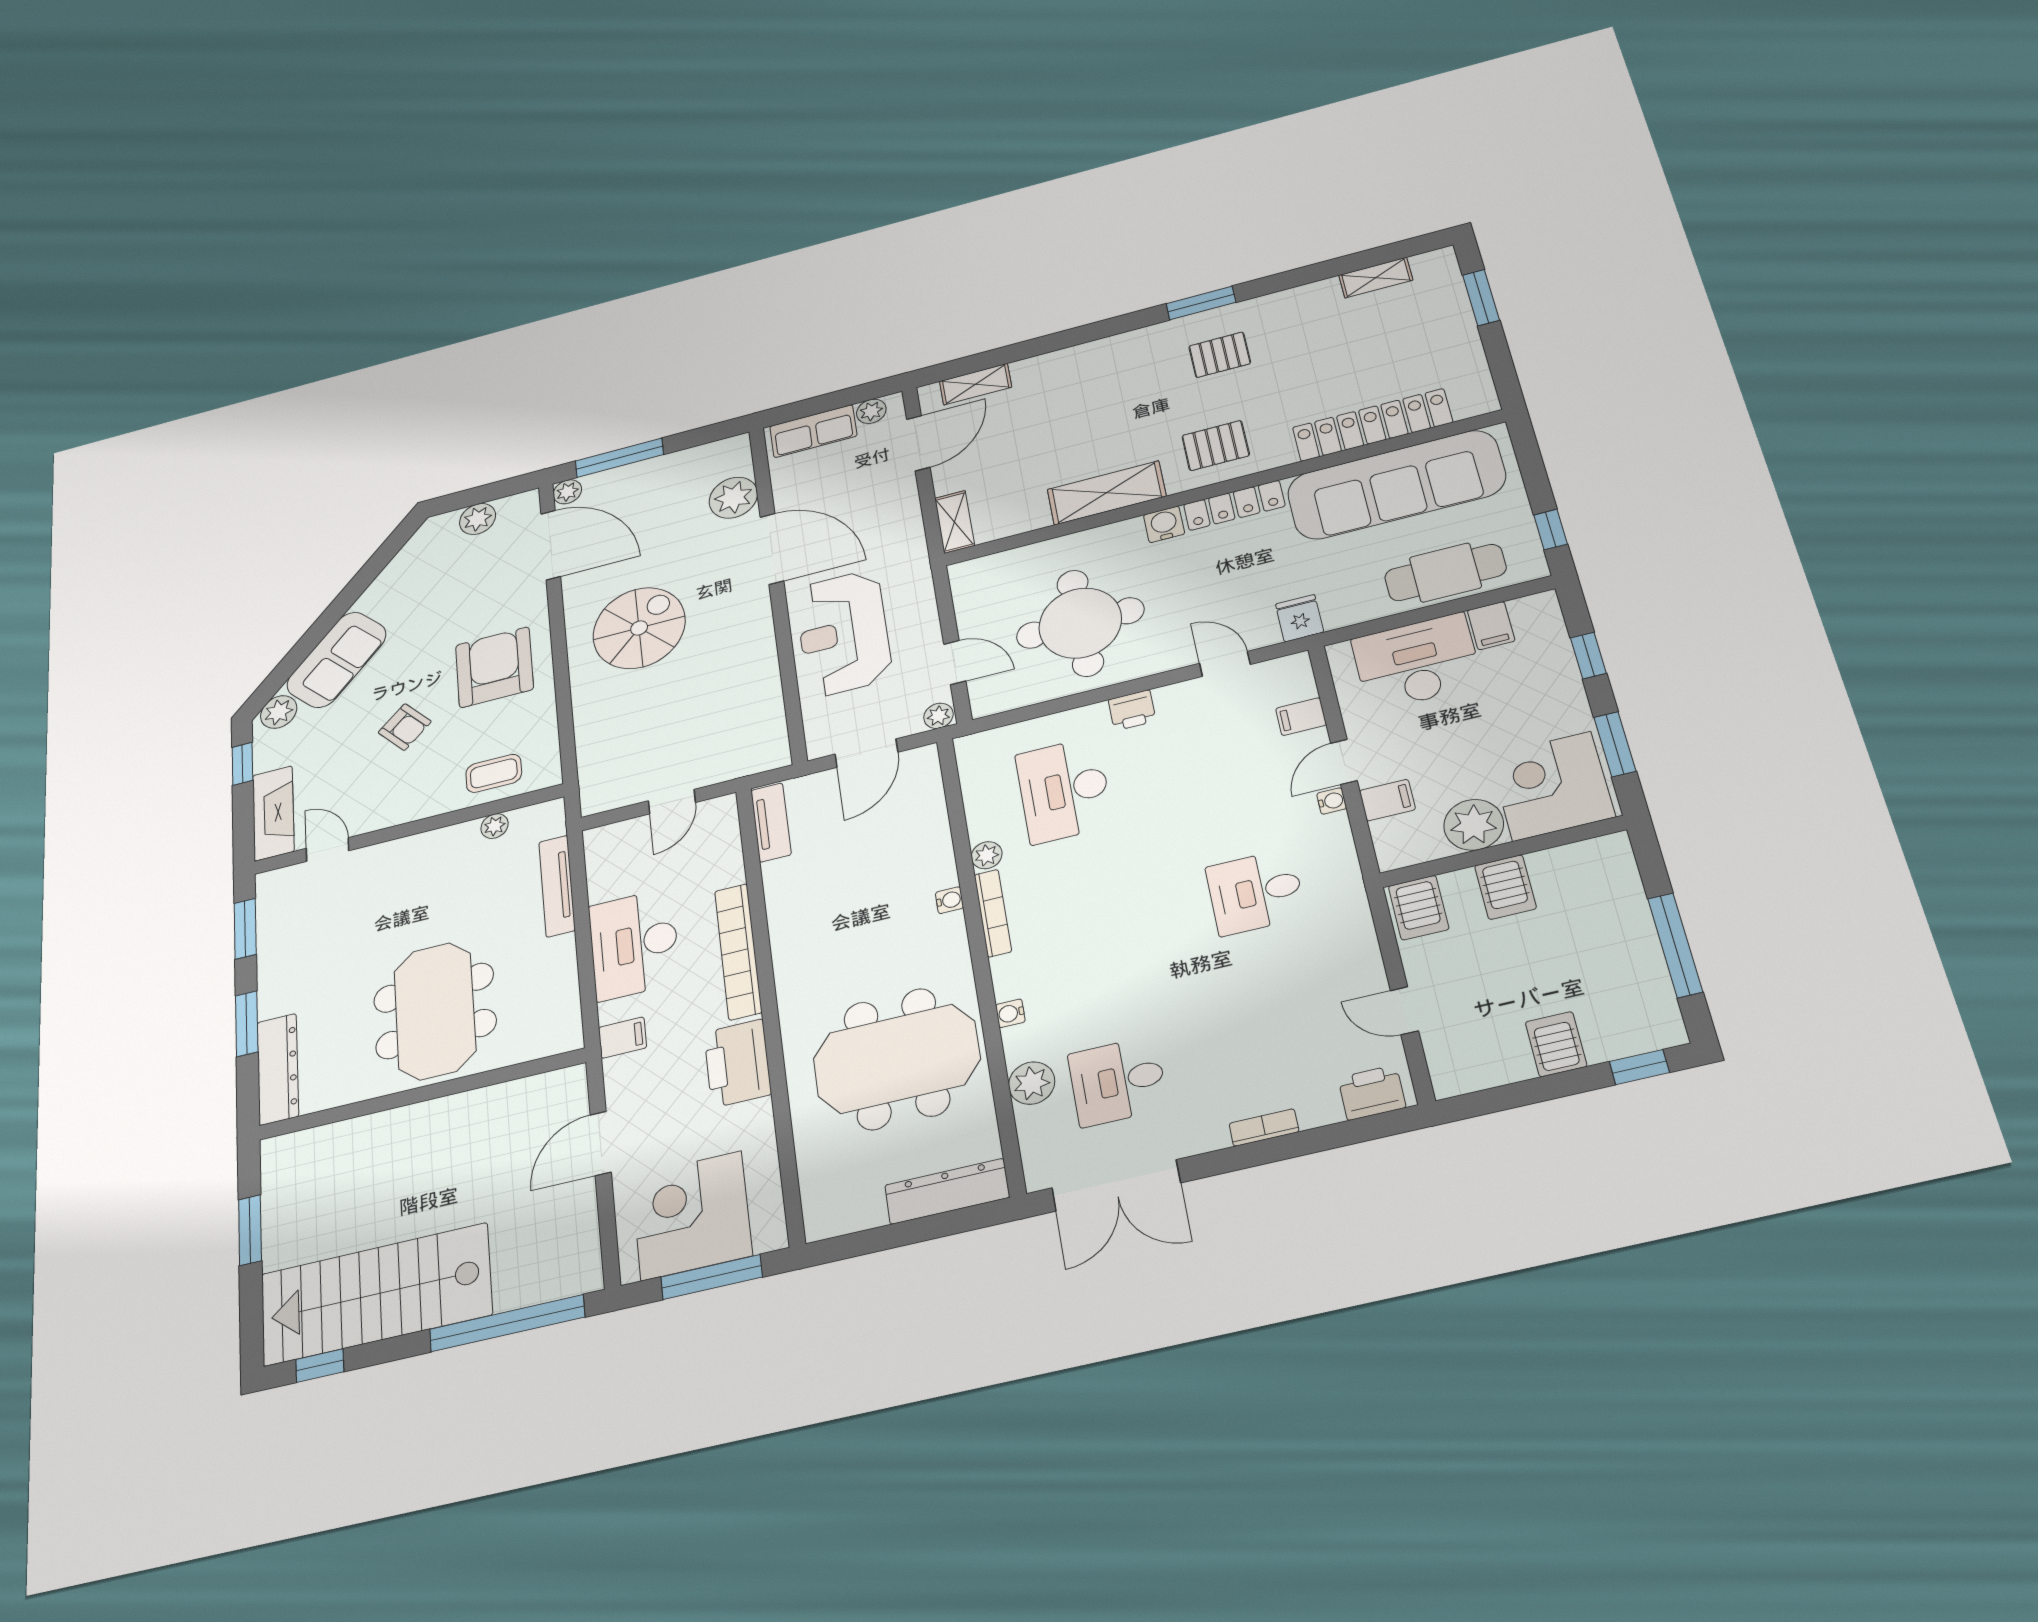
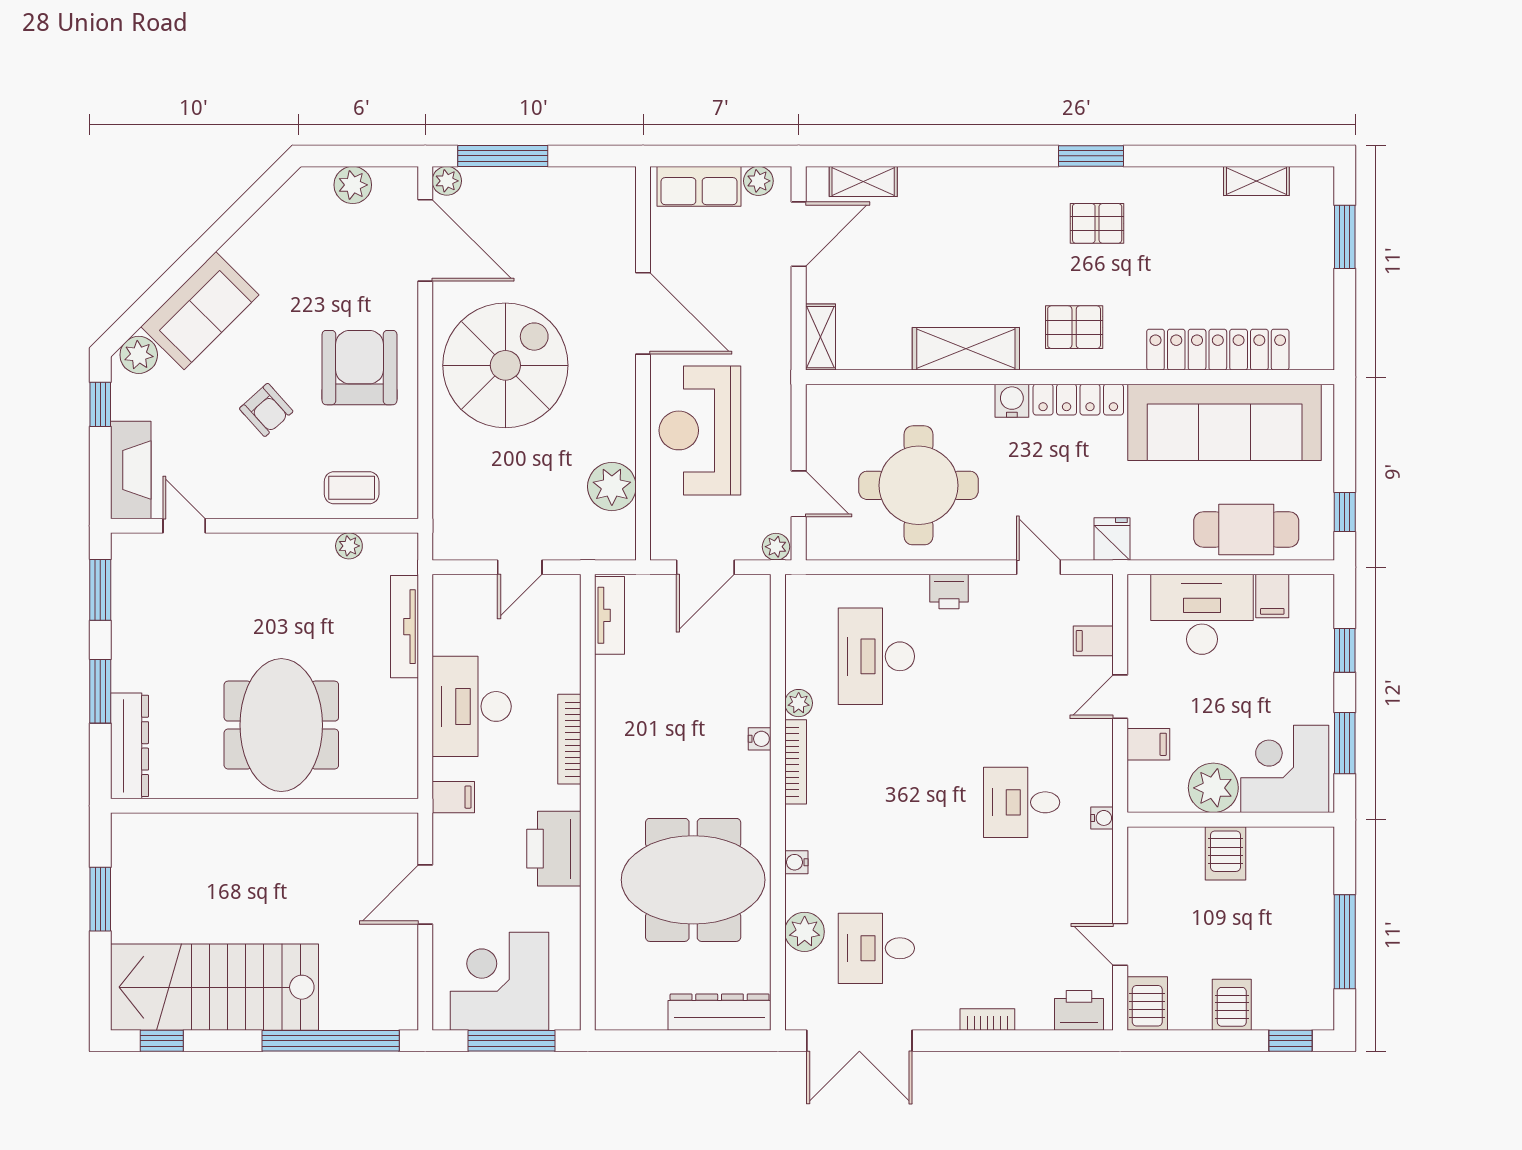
plant: (733, 498) -> (612, 487), moved
spiral stairs: (639, 628) -> (505, 365), width x1.37, depth x1.37
water cooler: (1332, 801) -> (1102, 818), moved
server rack: (1419, 908) -> (1147, 1004), moved, turned 180
bookcase: (738, 951) -> (569, 739), width x0.68, depth x0.76

